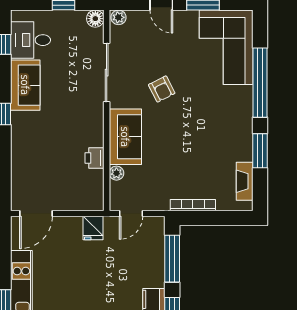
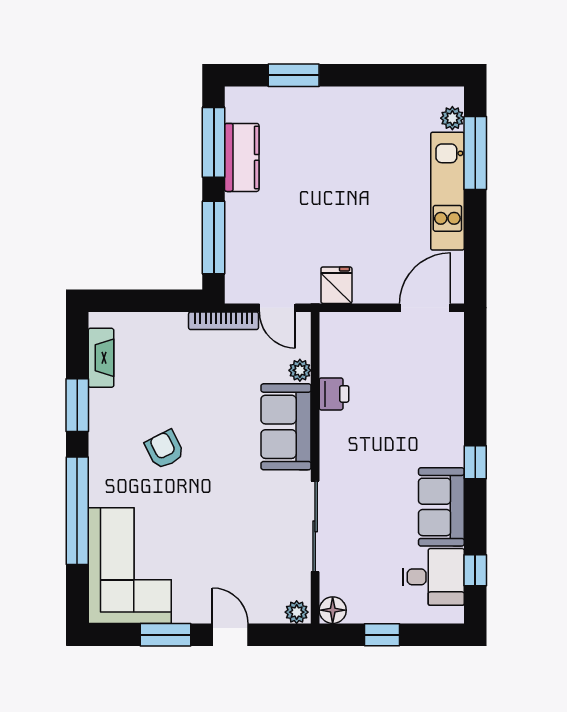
armchair: (162, 89) -> (164, 449), moved
bookcase: (193, 205) -> (224, 321), moved
door: (131, 213) -> (277, 308), swing flipped

